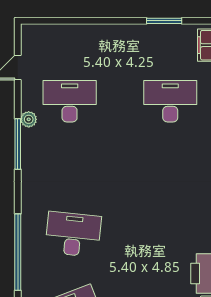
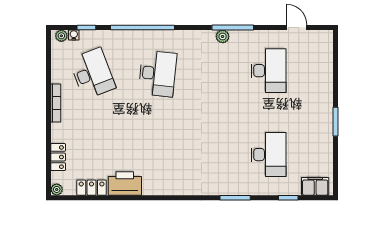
window: (164, 21) -> (335, 122), moved
plant: (29, 119) -> (223, 36), moved

